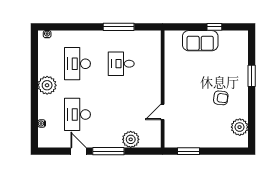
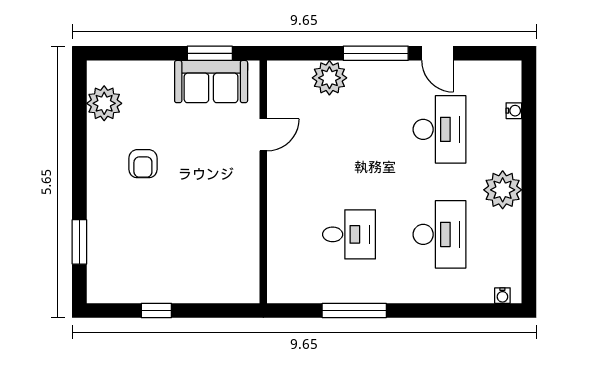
sofa: (200, 41) -> (211, 82), moved, turned 180
window: (252, 76) -> (79, 242), moved
armchair: (221, 98) -> (143, 164), turned -97

